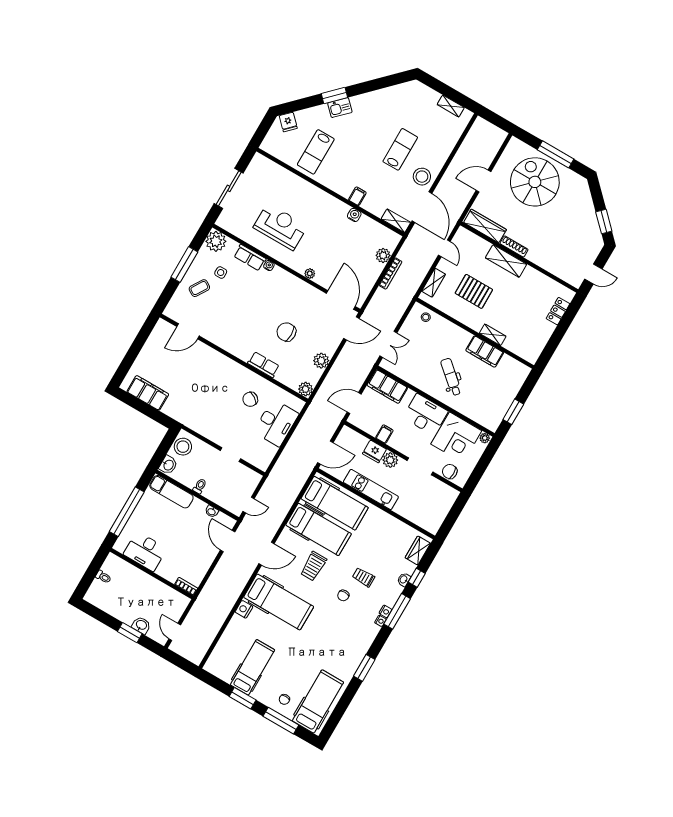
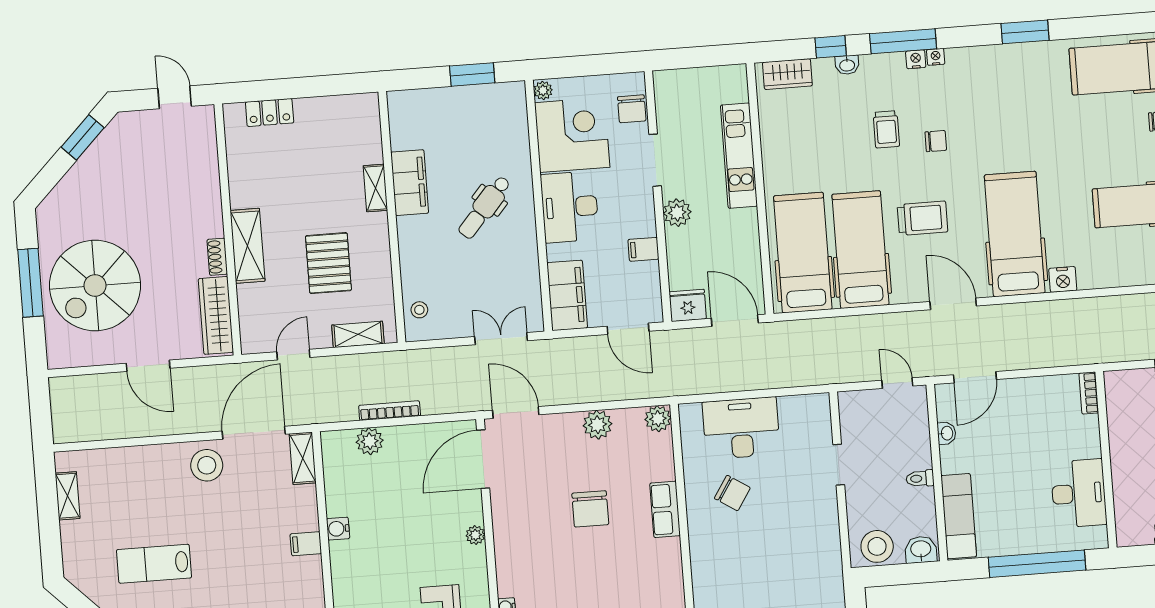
lab bench: (400, 149) -> (154, 564), moved
shoe rack: (514, 246) -> (217, 257), width x0.70
fridge: (374, 451) -> (688, 305), moved, turned -90
kitchen unit: (371, 489) -> (739, 156), moved

